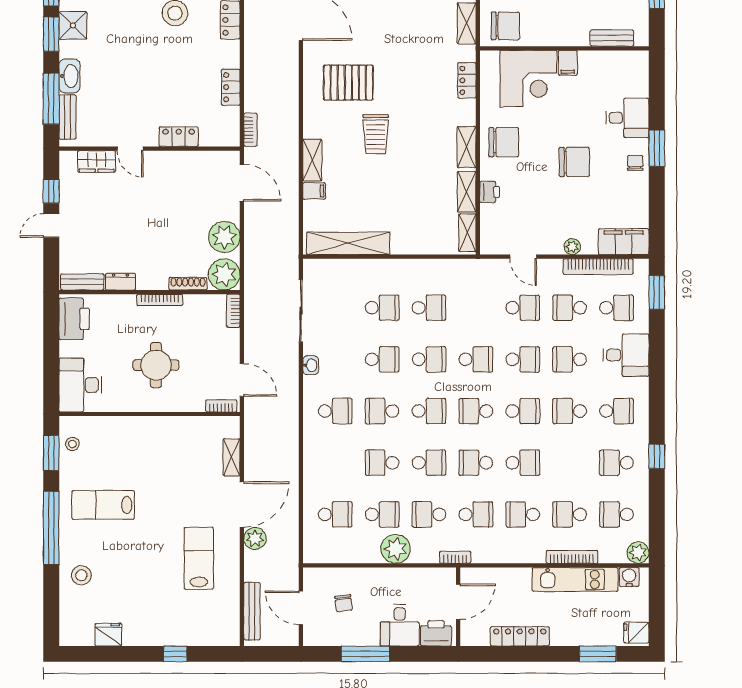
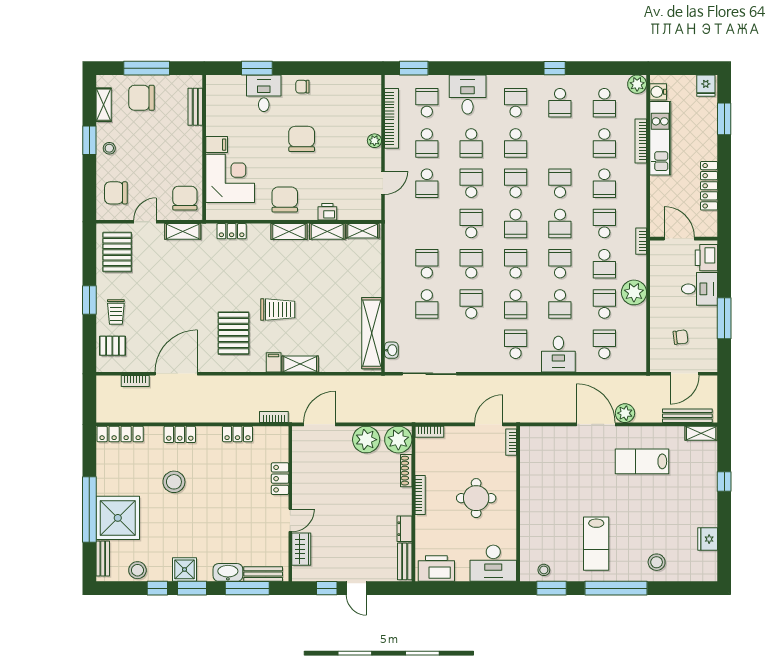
window: (657, 148) -> (257, 68), moved
filing cabinet: (314, 191) -> (274, 362), moved
filing cabinet: (624, 242) -> (370, 97), removed
school desk: (382, 308) -> (427, 304), turned 180
school desk: (523, 308) -> (427, 183), turned 180
washbasin: (311, 365) -> (391, 350), moved, turned 90
shelving: (232, 457) -> (701, 433), moved
desk: (324, 461) -> (558, 354), added

